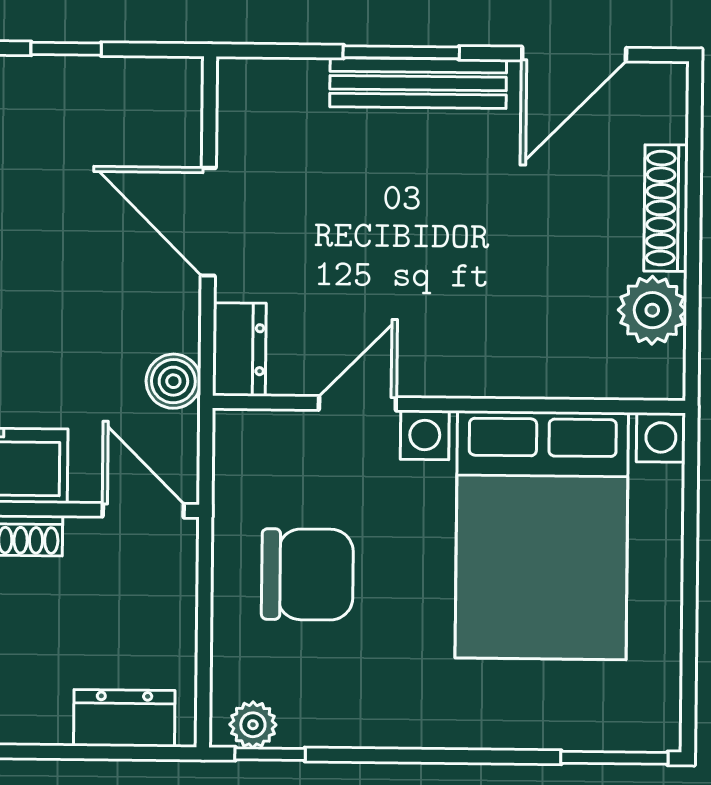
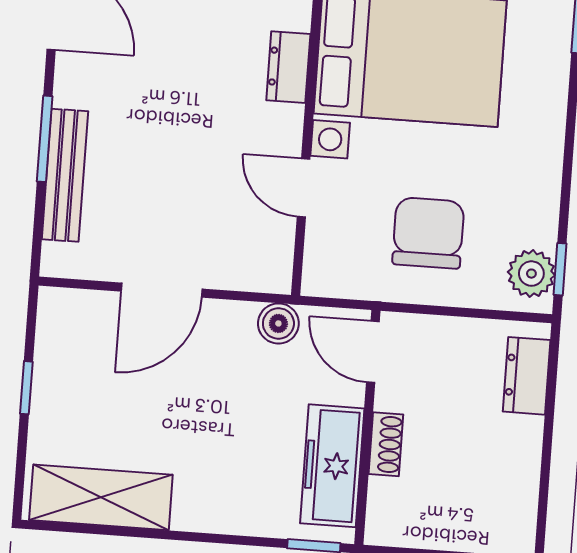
bench: (418, 83) -> (65, 175), moved
dresser: (239, 349) -> (288, 67), moved, turned -90
door: (143, 510) -> (373, 352), hinge flipped
plant: (253, 725) -> (531, 274), width x1.38, depth x1.38

